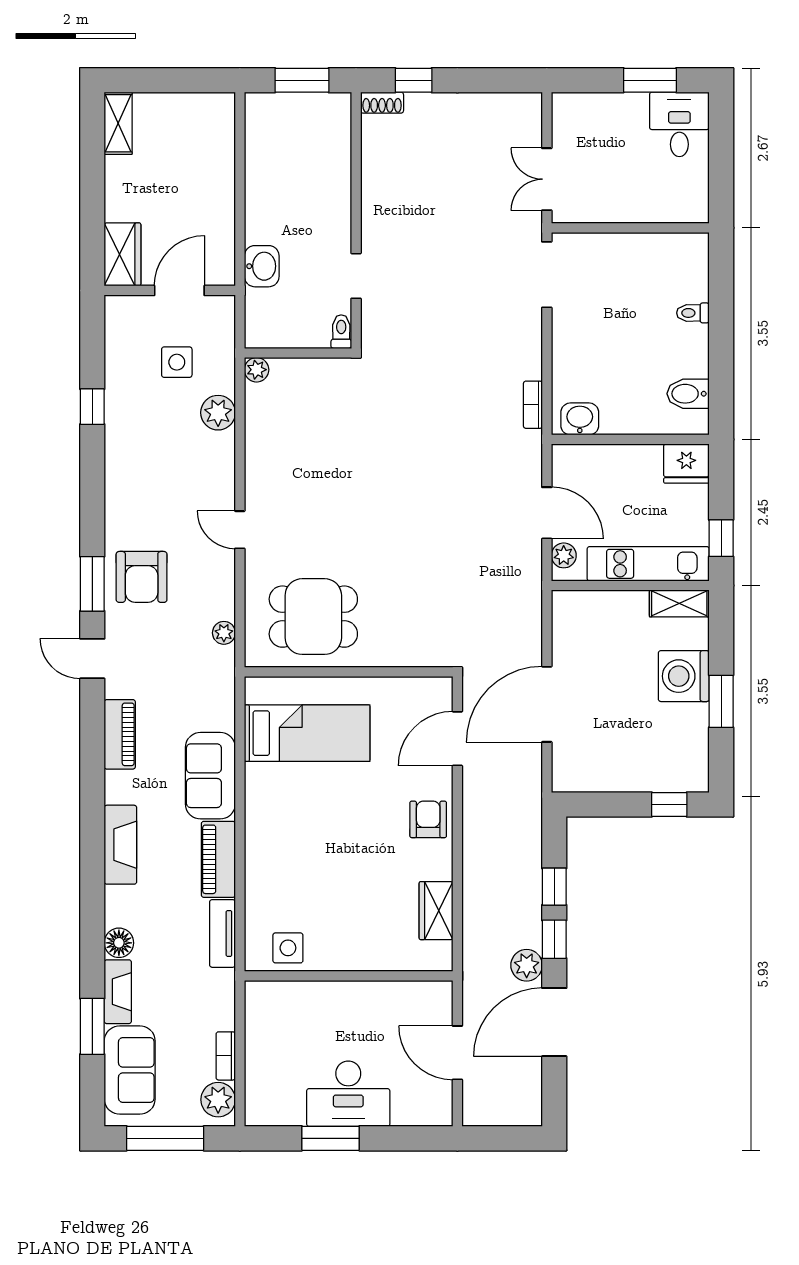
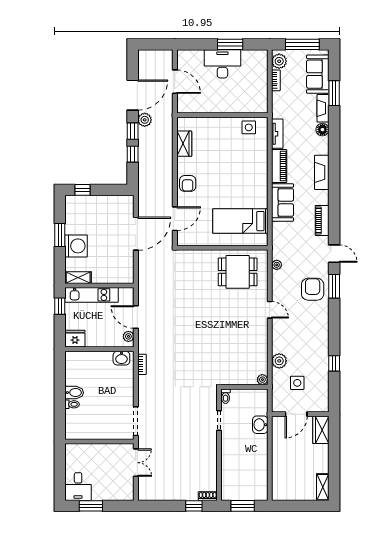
bidet: (688, 394) -> (74, 393), moved
plant: (564, 555) -> (128, 336), moved

